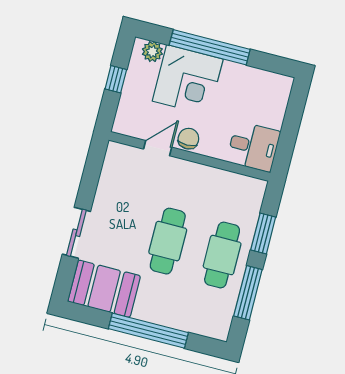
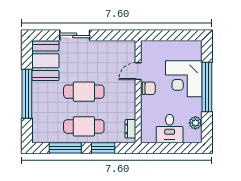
plant: (152, 52) -> (195, 123), moved
window: (116, 79) -> (173, 35), removed
desk: (253, 147) -> (170, 129), moved
door: (158, 148) -> (138, 71), swing flipped
dresser: (244, 183) -> (130, 129), added

